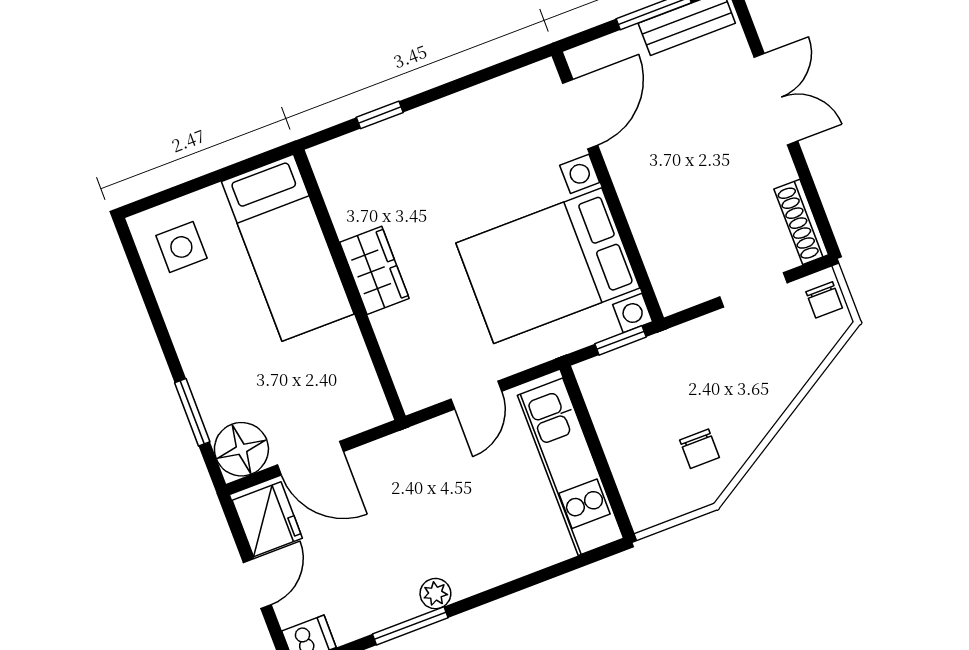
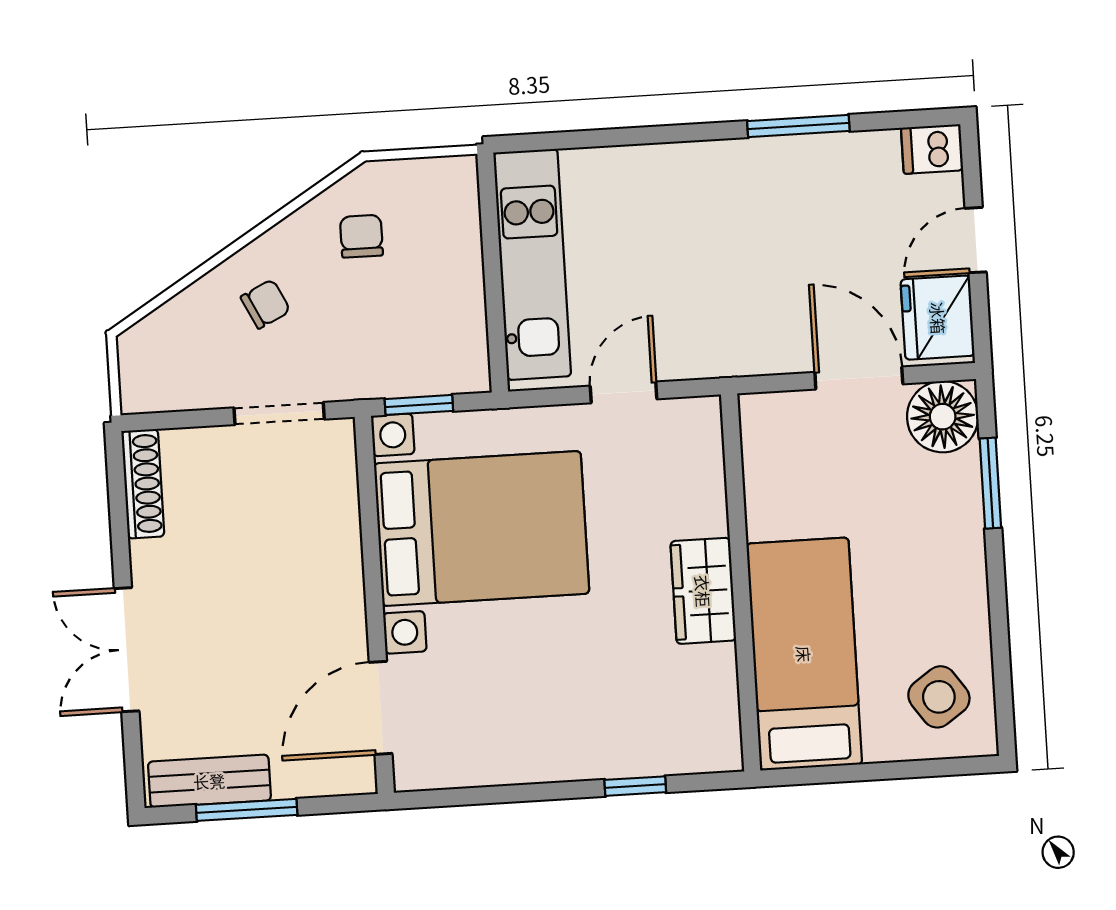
side table: (181, 247) -> (939, 697), turned -35
doorway: (753, 290) -> (279, 414), moved
chair: (824, 300) -> (265, 304), moved, turned 64
plant: (435, 594) -> (754, 157), removed

